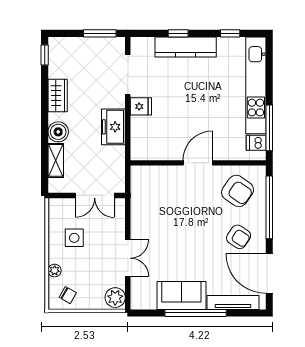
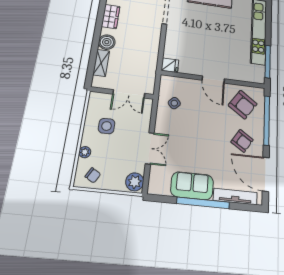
fridge: (141, 106) -> (170, 65), moved
freezer: (113, 127) -> (151, 45), removed
dishwasher: (256, 143) -> (258, 71), removed
door: (198, 163) -> (213, 79), swing flipped
side table: (151, 200) -> (174, 103), added

